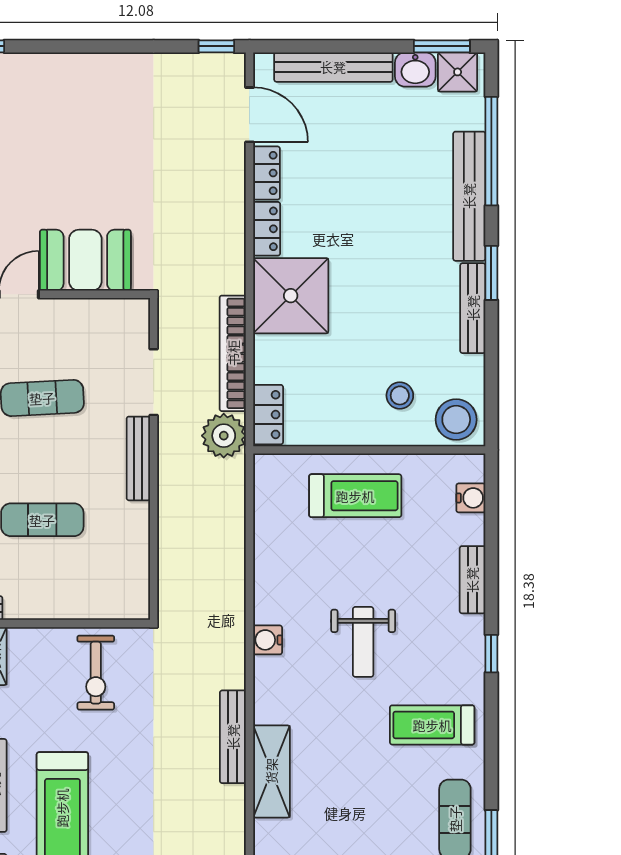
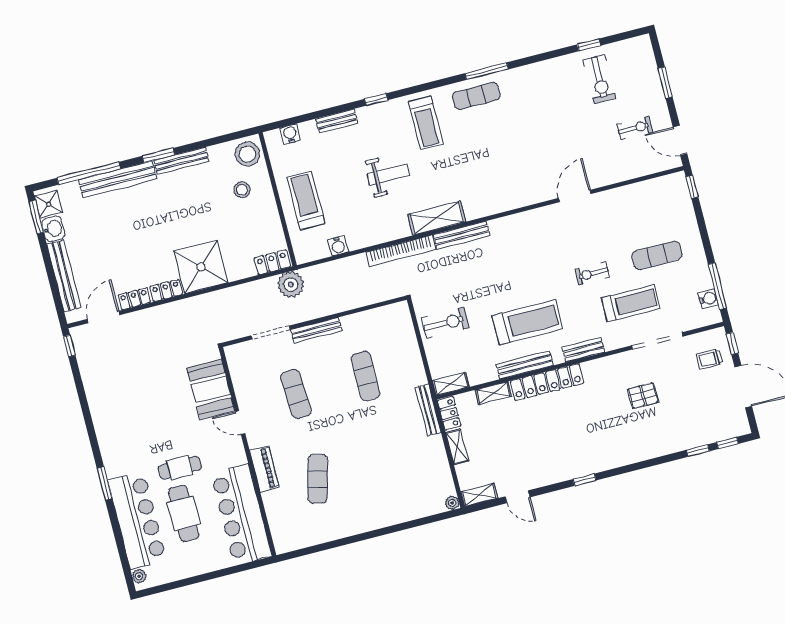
bookcase: (233, 353) -> (401, 251), moved
water cooler: (268, 640) -> (338, 246), moved
shelving: (271, 771) -> (437, 218), moved

